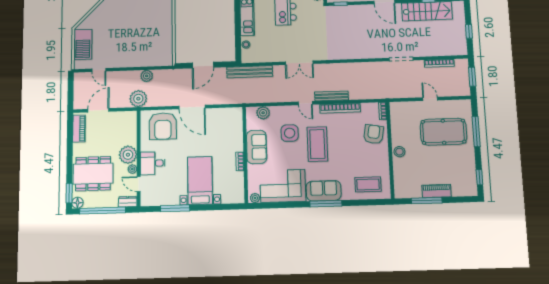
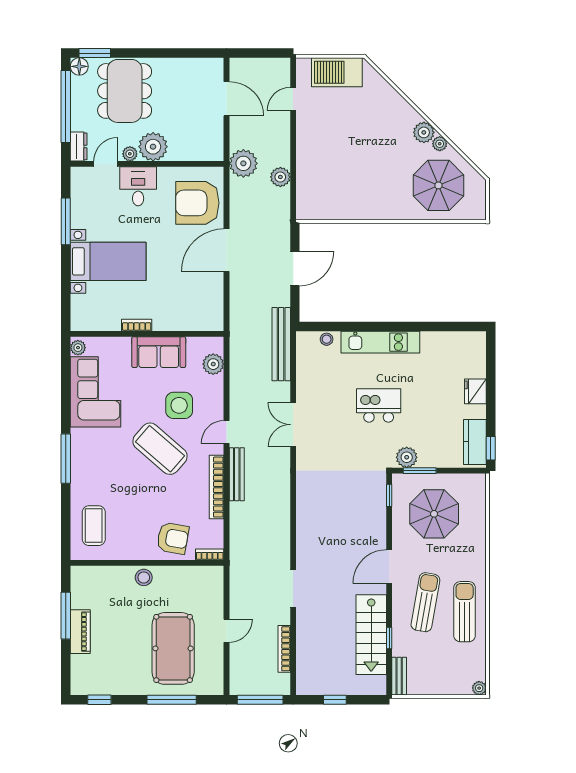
door: (203, 65) -> (295, 269), swing flipped
window: (472, 77) -> (260, 700), width x1.44
piano: (79, 129) -> (198, 68), removed
coffee table: (317, 144) -> (160, 449), turned 41
sofa: (324, 191) -> (86, 456), removed

